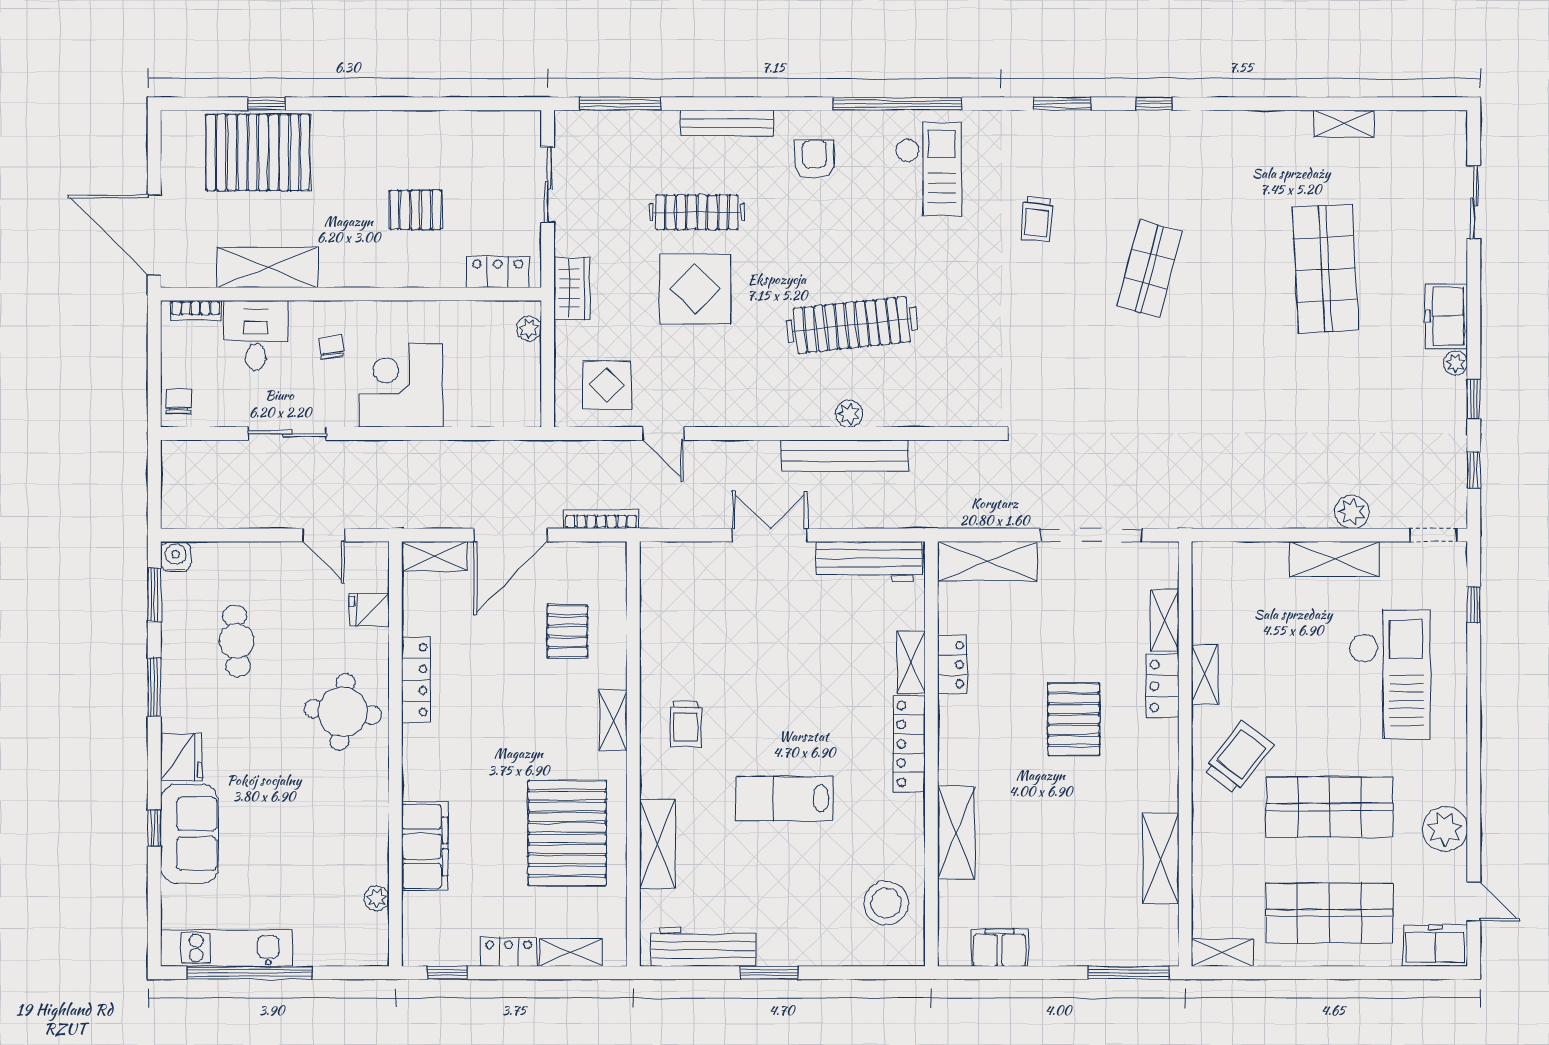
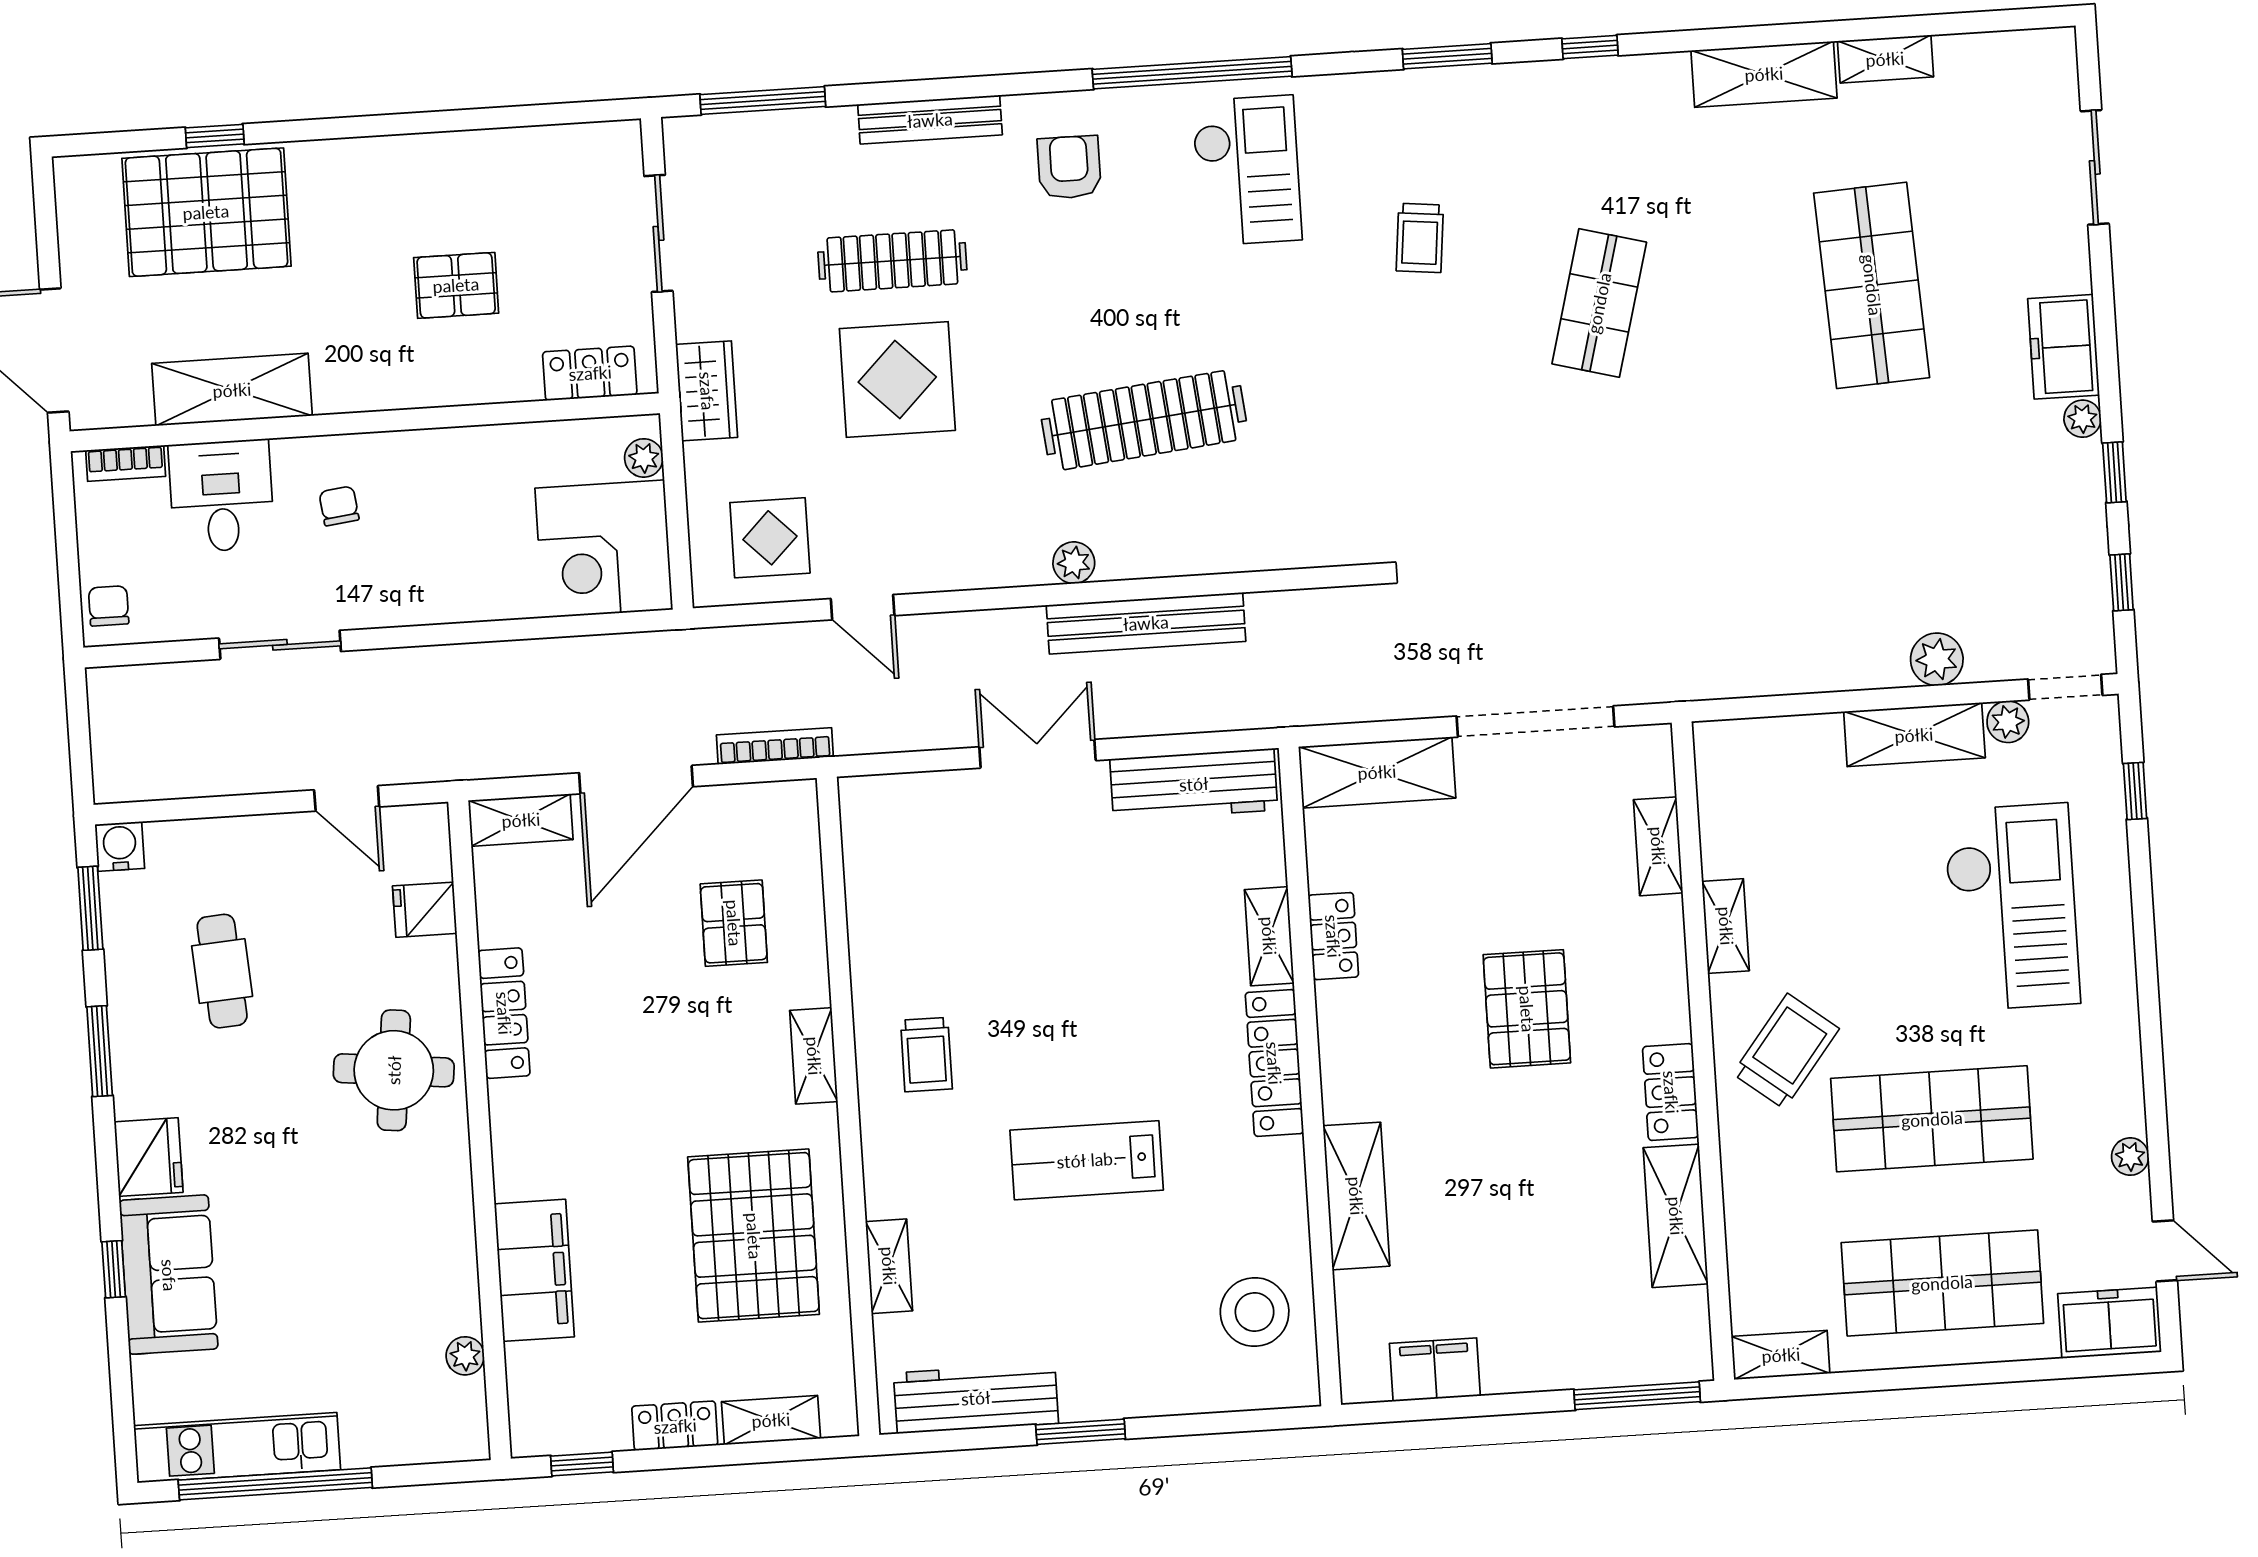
shelving: (1265, 128) -> (1764, 74), added
corner desk: (401, 385) -> (604, 549), moved, turned -90
plant: (849, 414) -> (1074, 563), moved
plant: (1395, 555) -> (2008, 722), added
locker: (1163, 686) -> (1671, 1092), moved
plant: (1445, 829) -> (2130, 1157), width x0.53, depth x0.53
shelving: (657, 844) -> (889, 1266), width x0.67, depth x0.75

